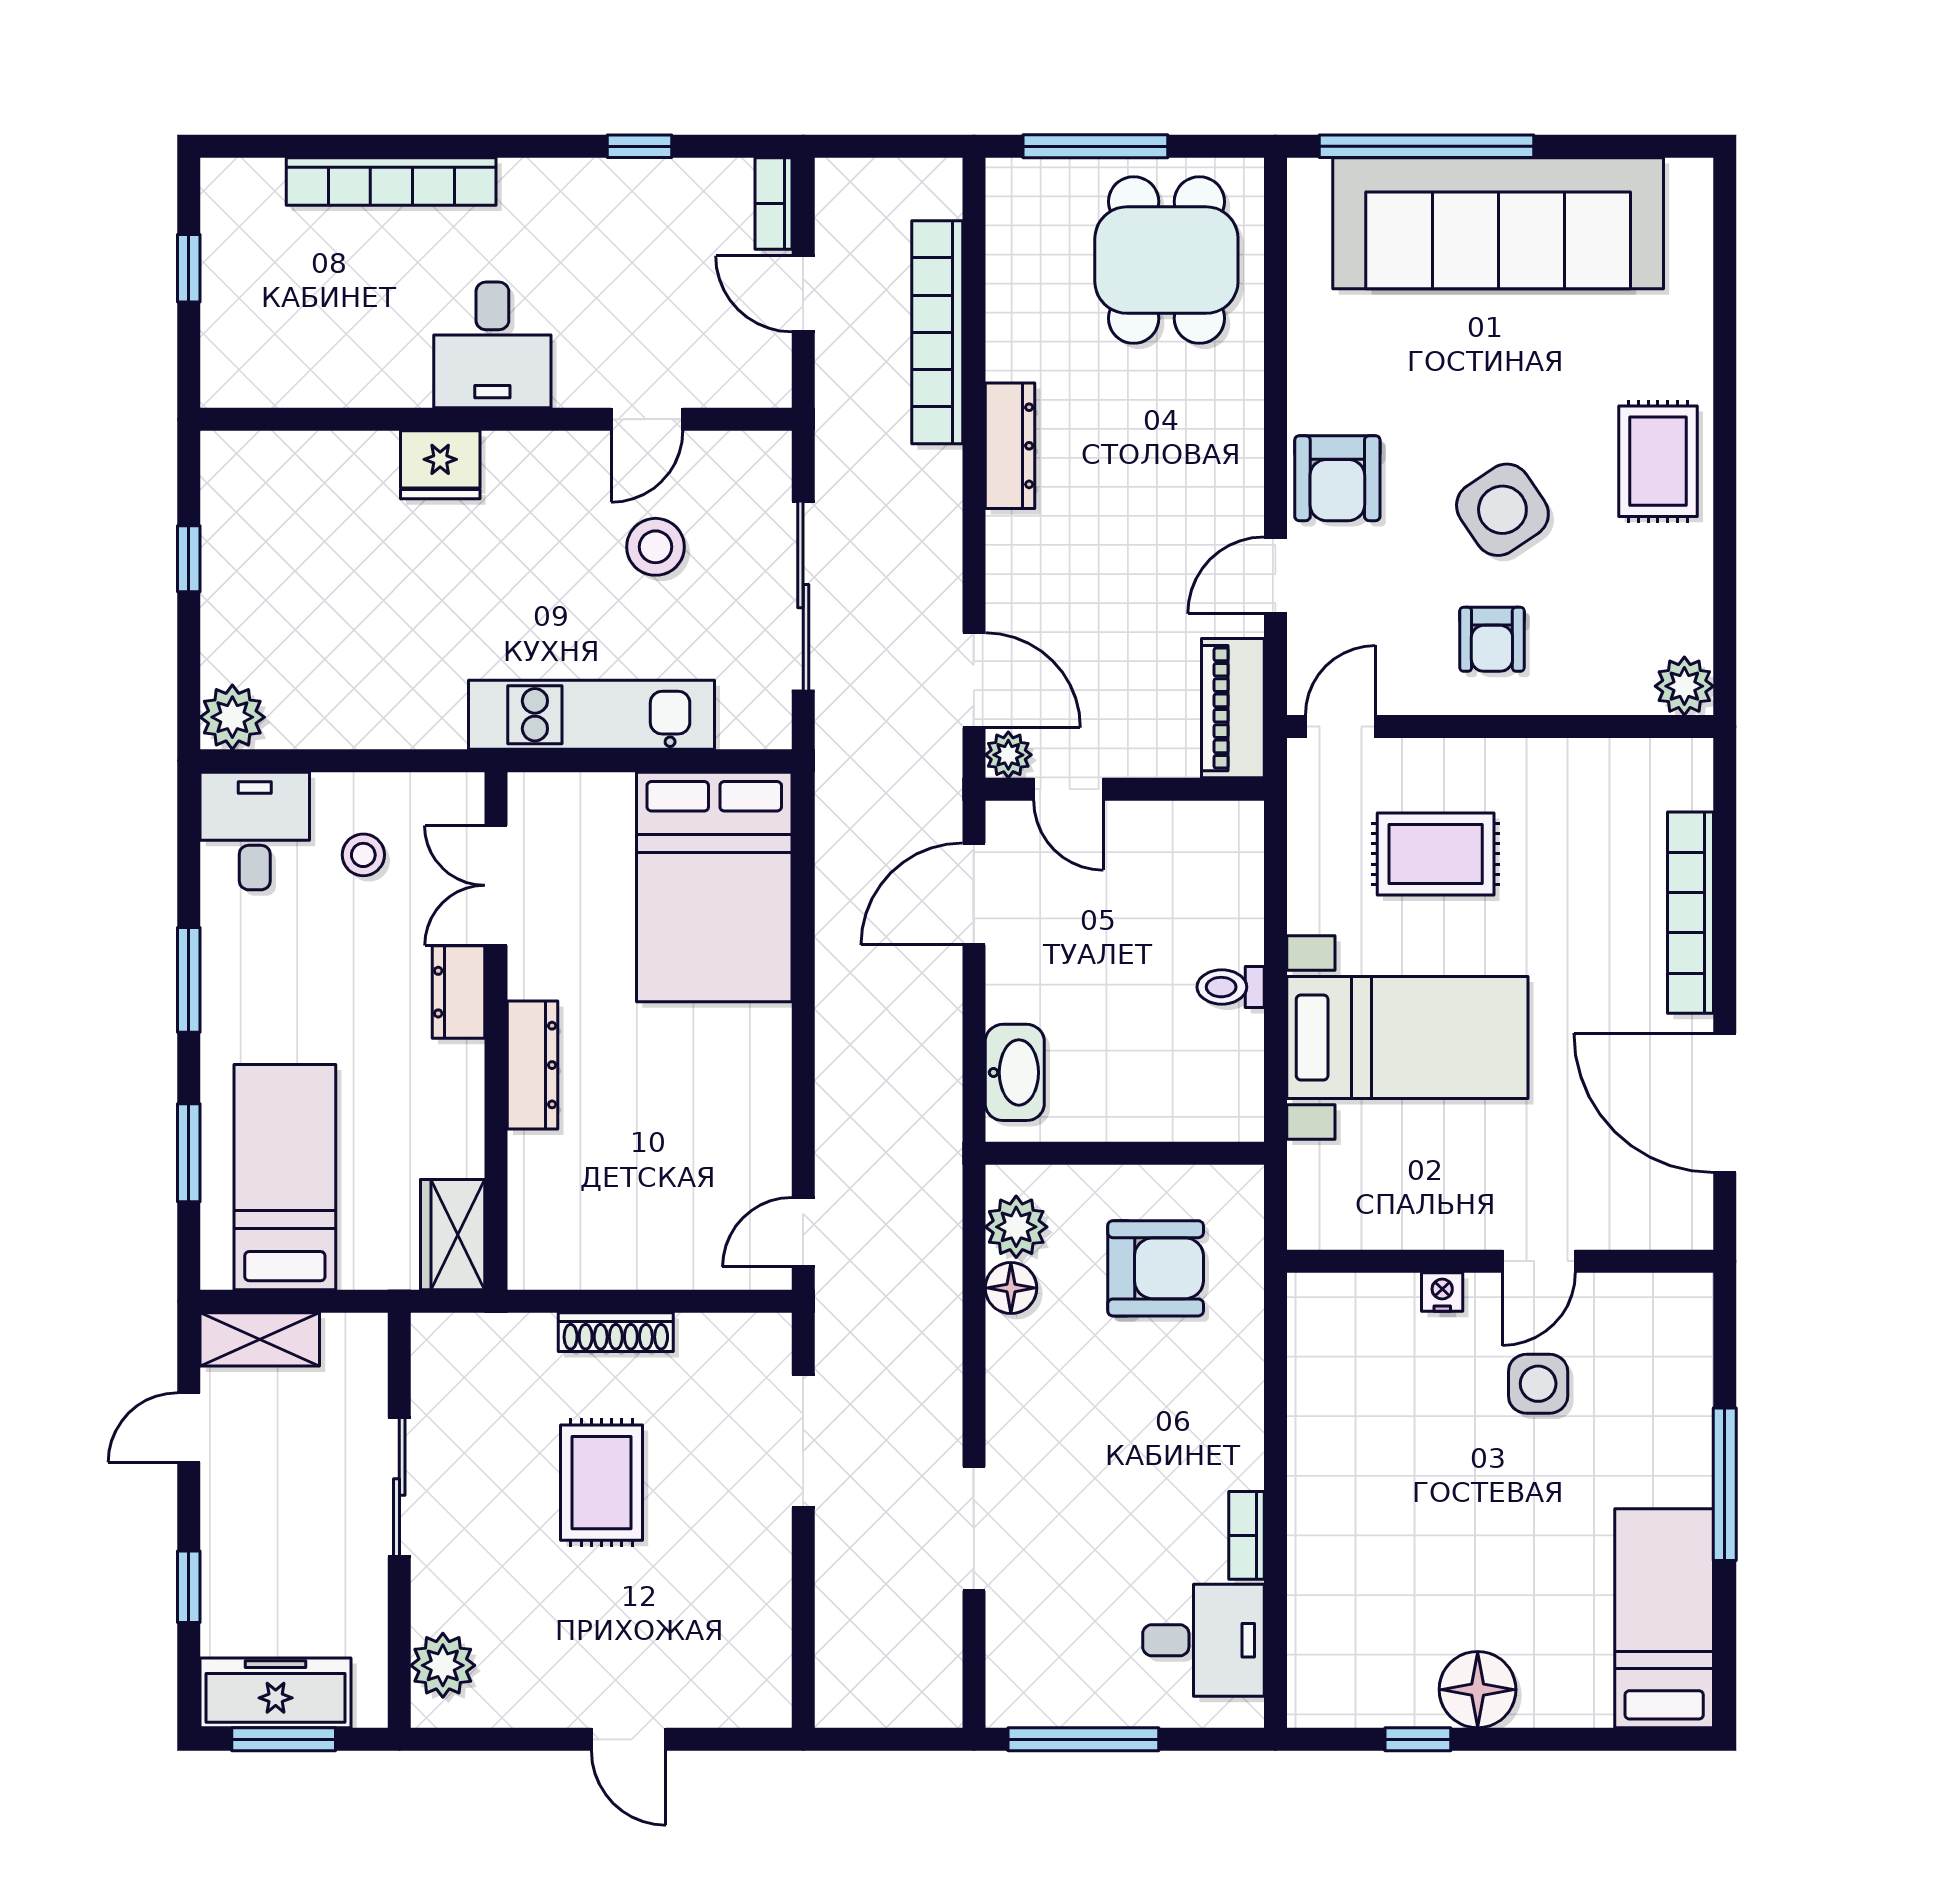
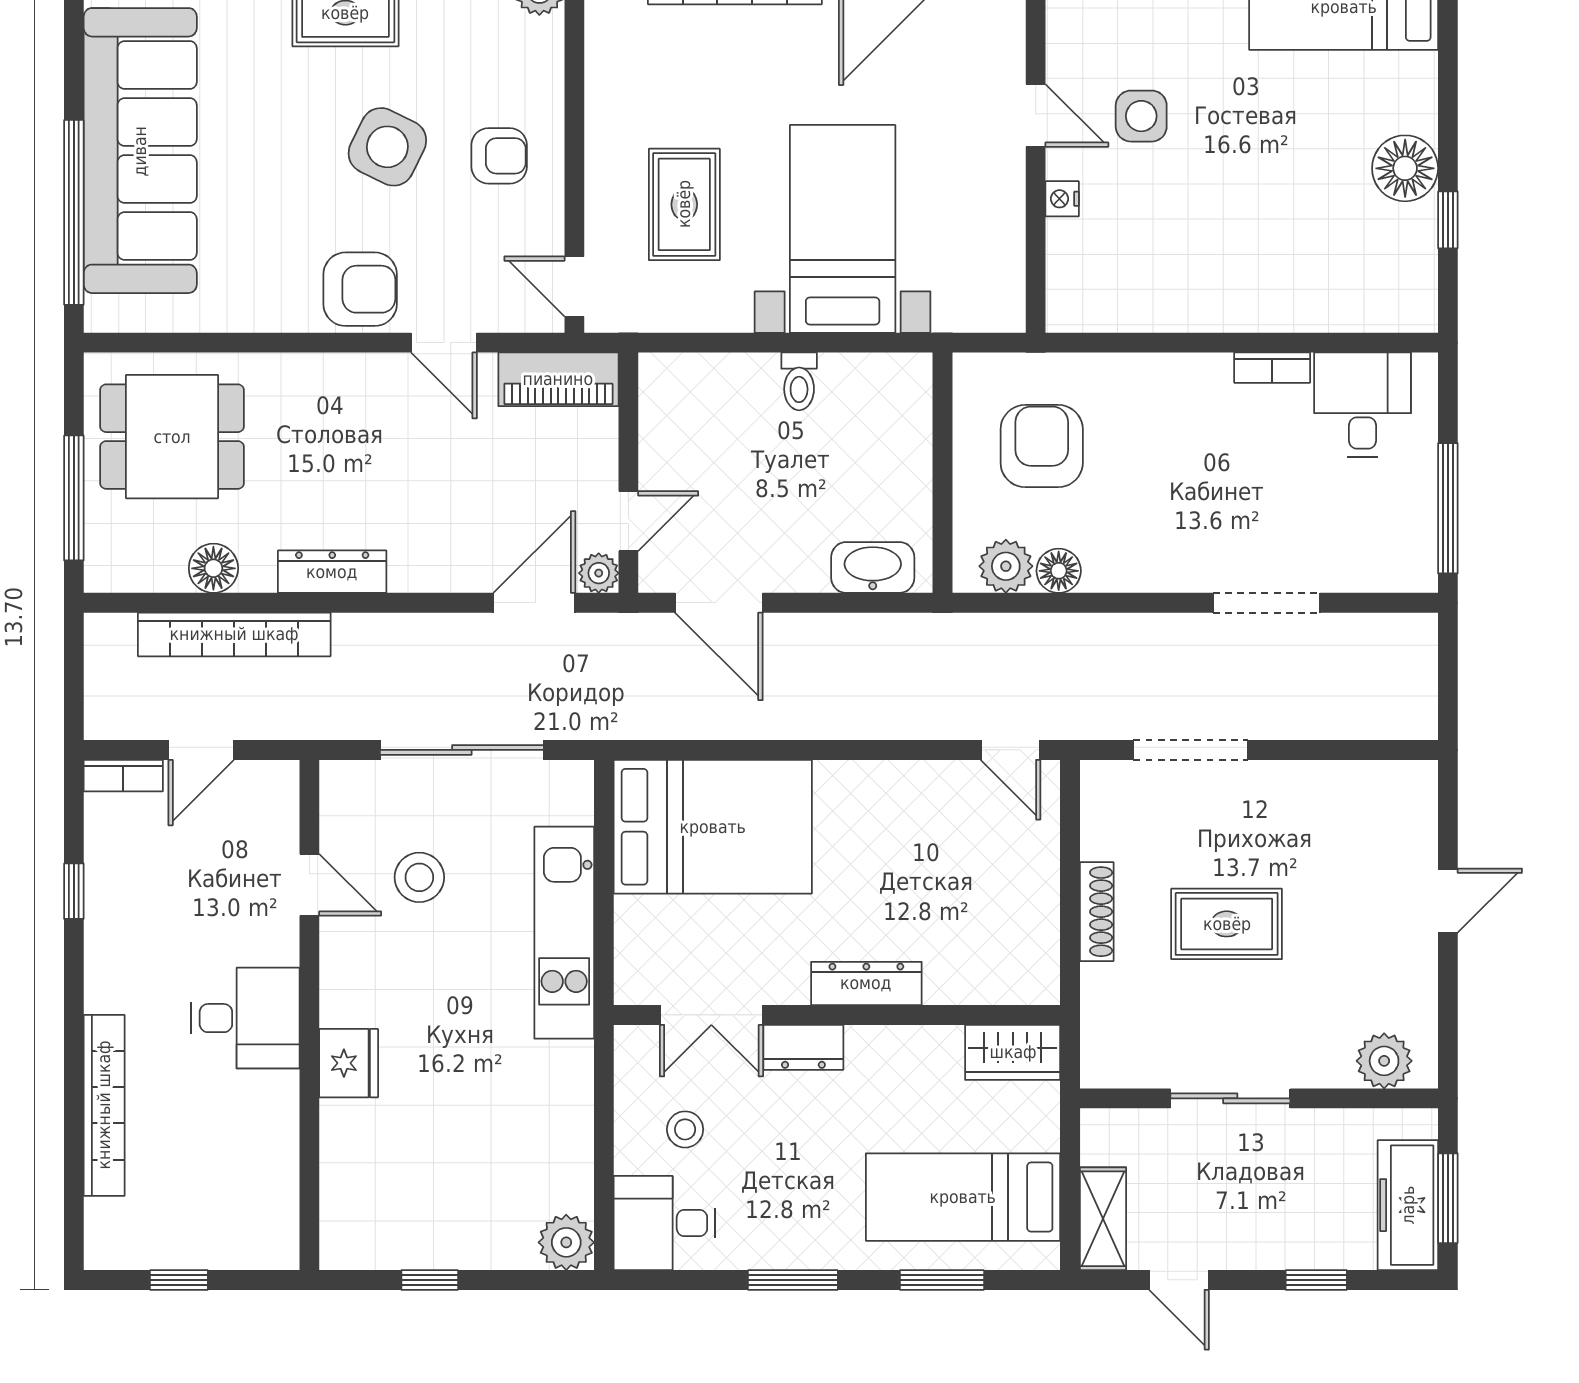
floor lamp: (1014, 308) -> (213, 568), added
side table: (1502, 510) -> (387, 147), turned -30

